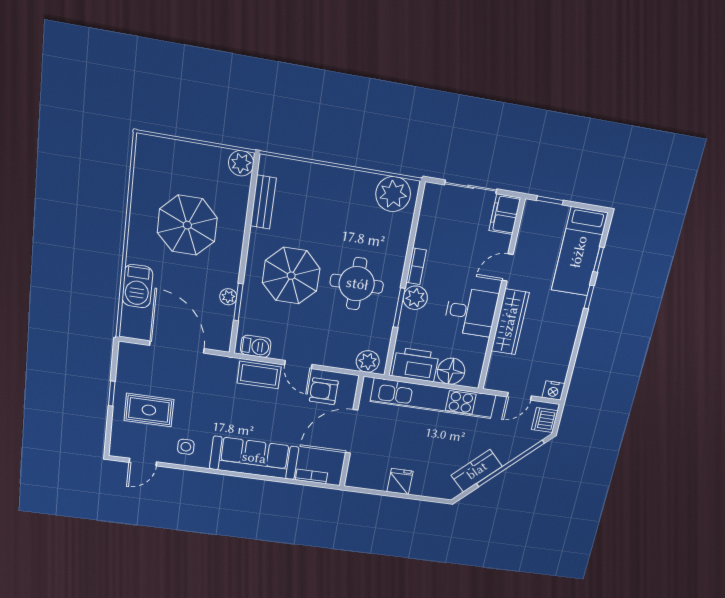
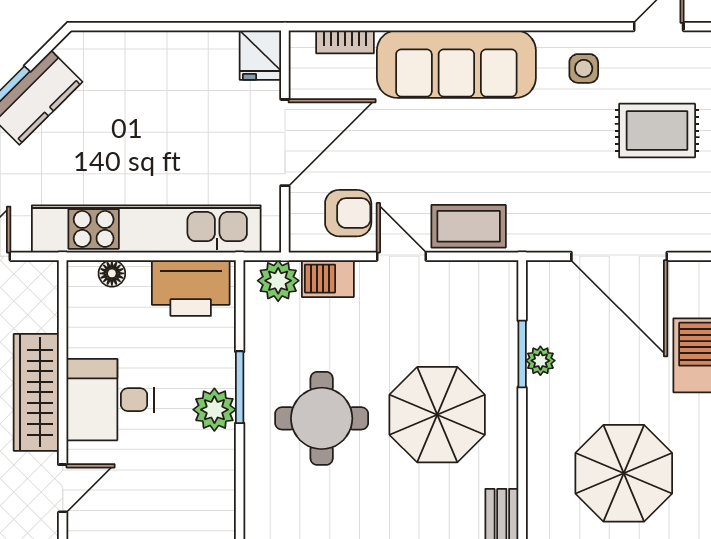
bookcase: (416, 266) -> (223, 465), removed
barbecue: (256, 346) -> (328, 279), moved
floor lamp: (451, 371) -> (112, 273), width x0.53, depth x0.53
fridge: (400, 481) -> (260, 55), moved

